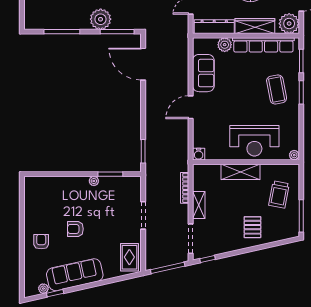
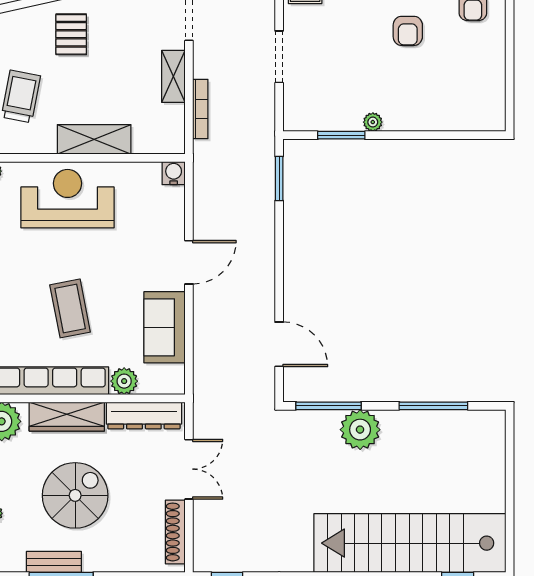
door: (143, 64) -> (279, 344), width x0.73
coffee table: (277, 90) -> (70, 308), moved
armchair: (75, 229) -> (408, 31), turned 90

